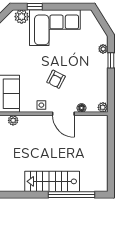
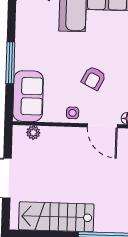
stairs: (52, 181) -> (56, 217), moved

